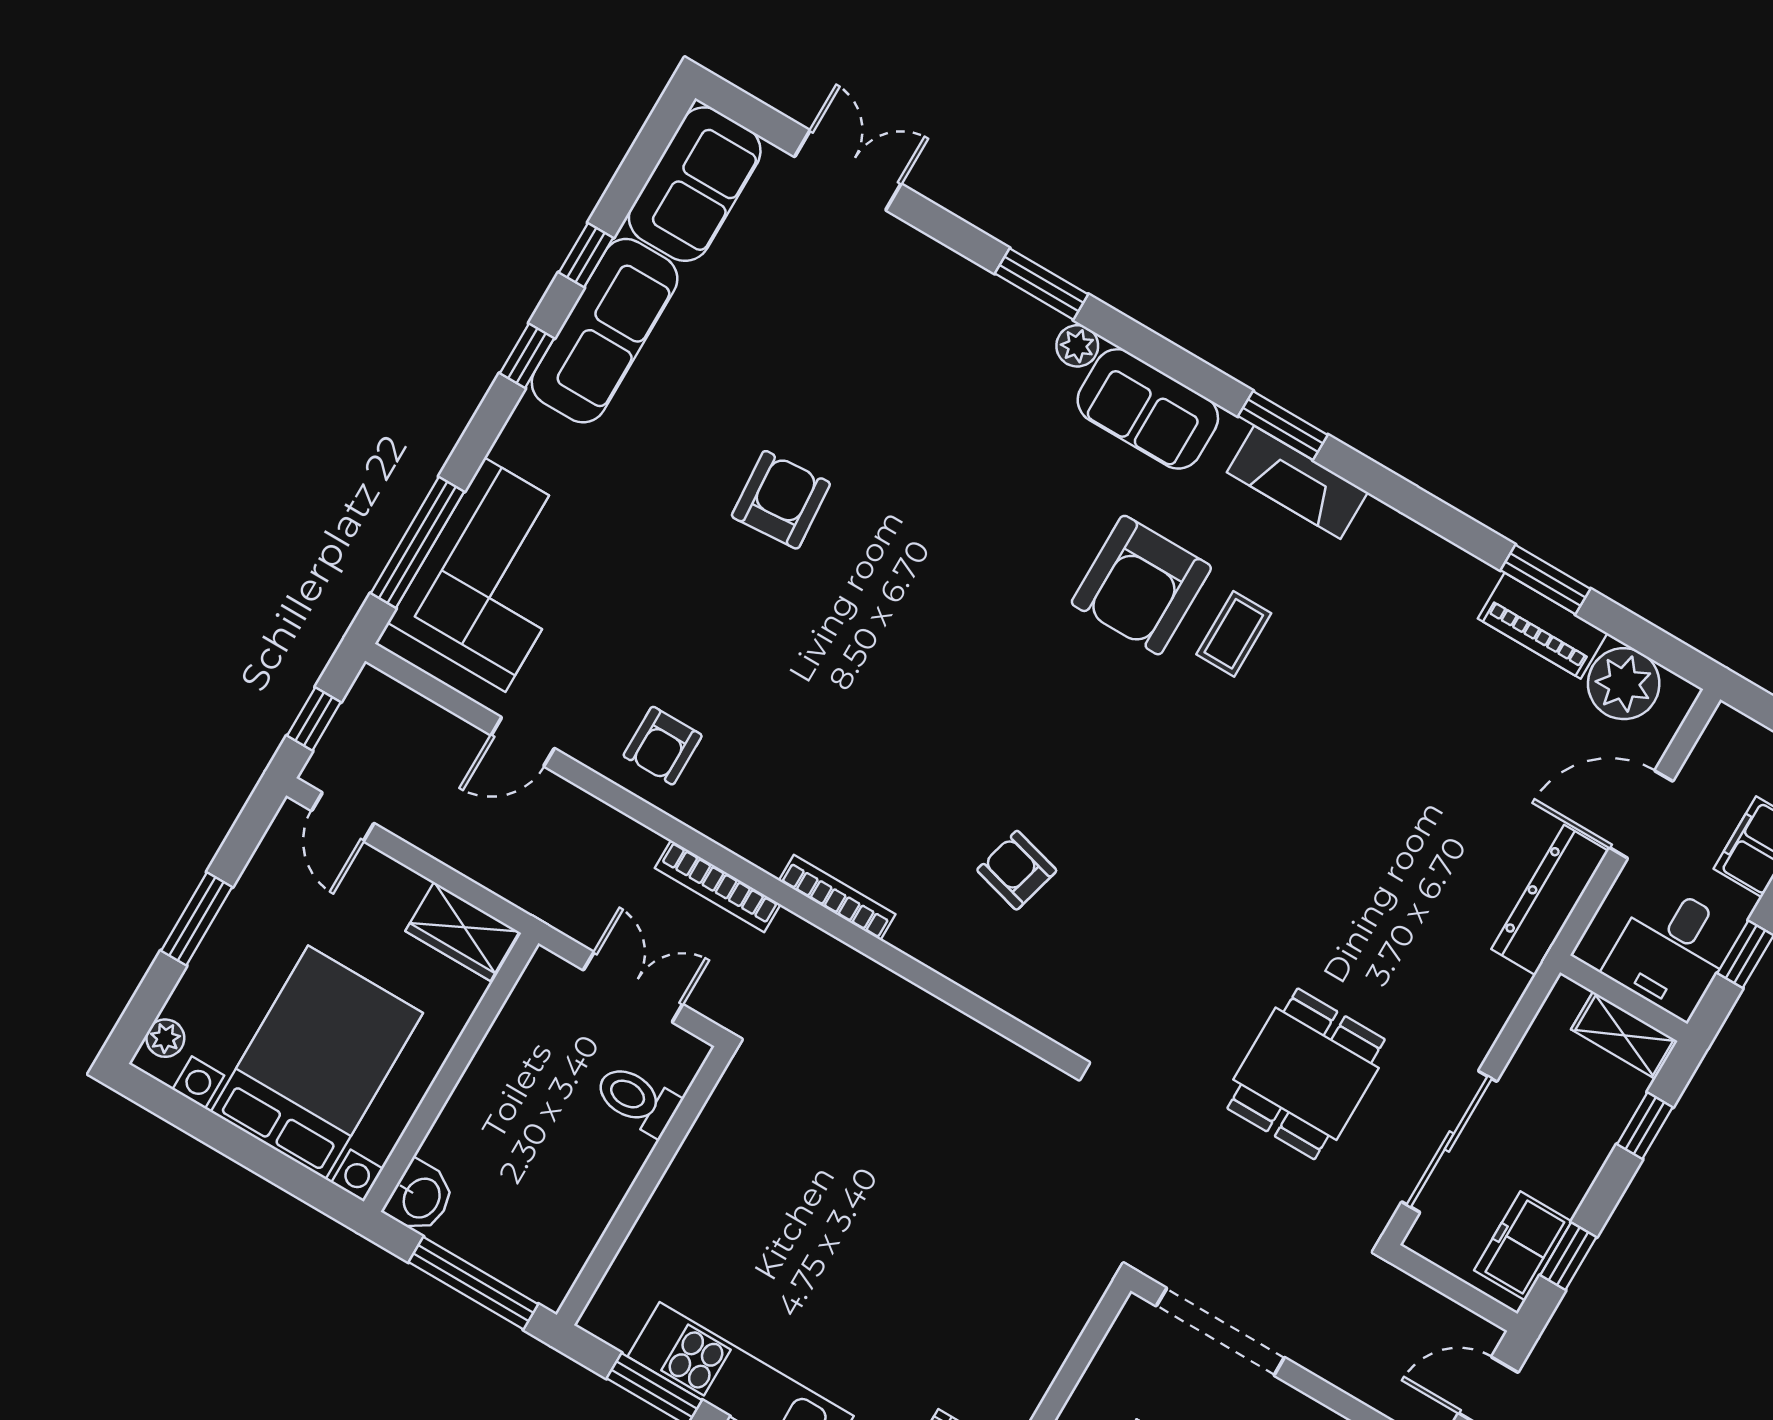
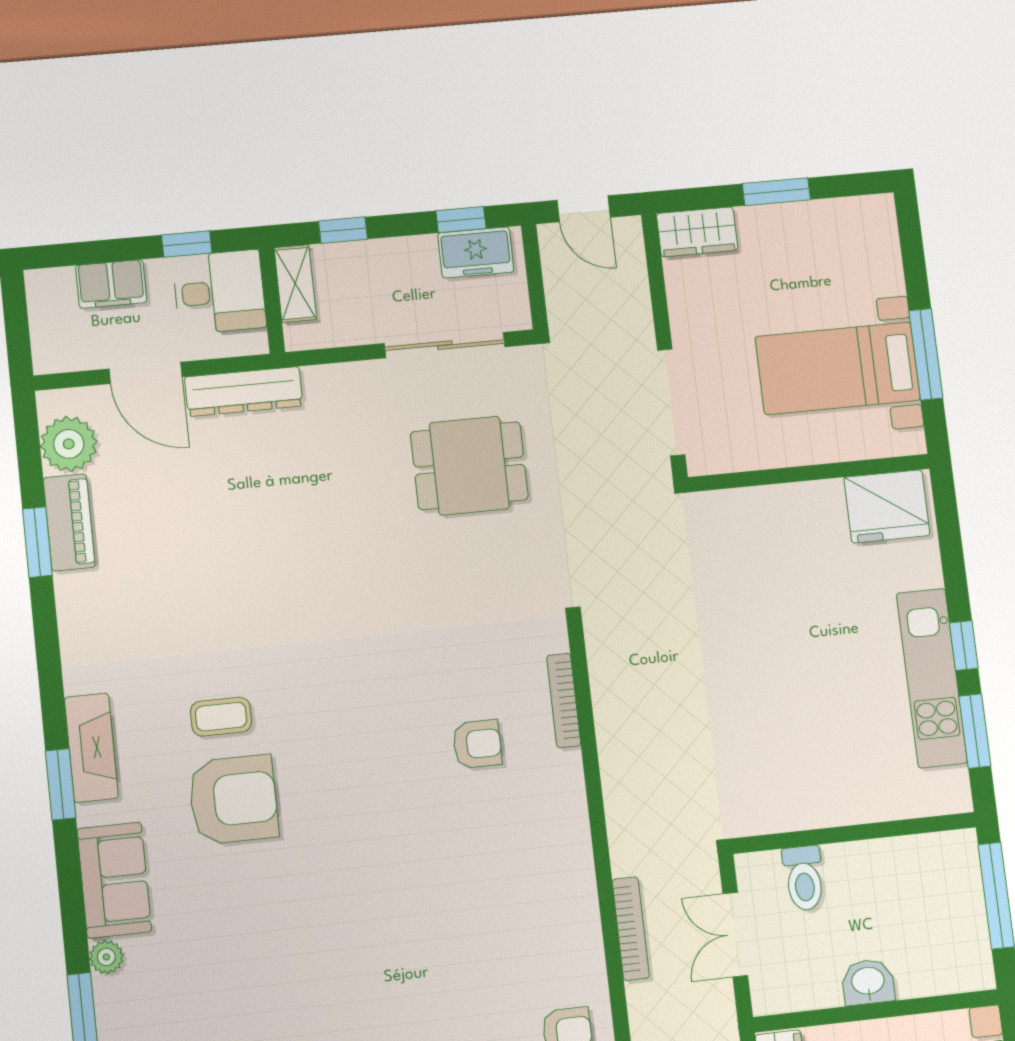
armchair: (1017, 870) -> (477, 744), turned -105
bookcase: (837, 897) -> (564, 701), moved
washbasin: (420, 1197) -> (868, 982), moved

